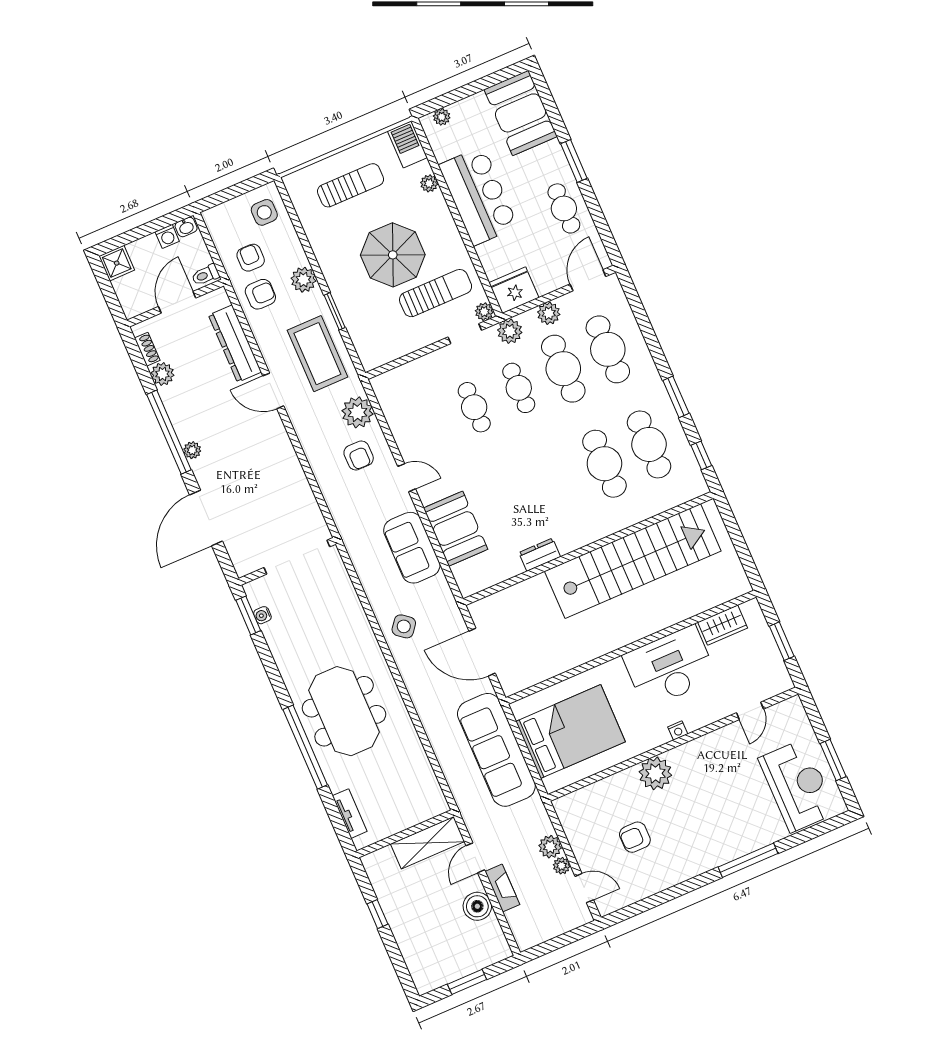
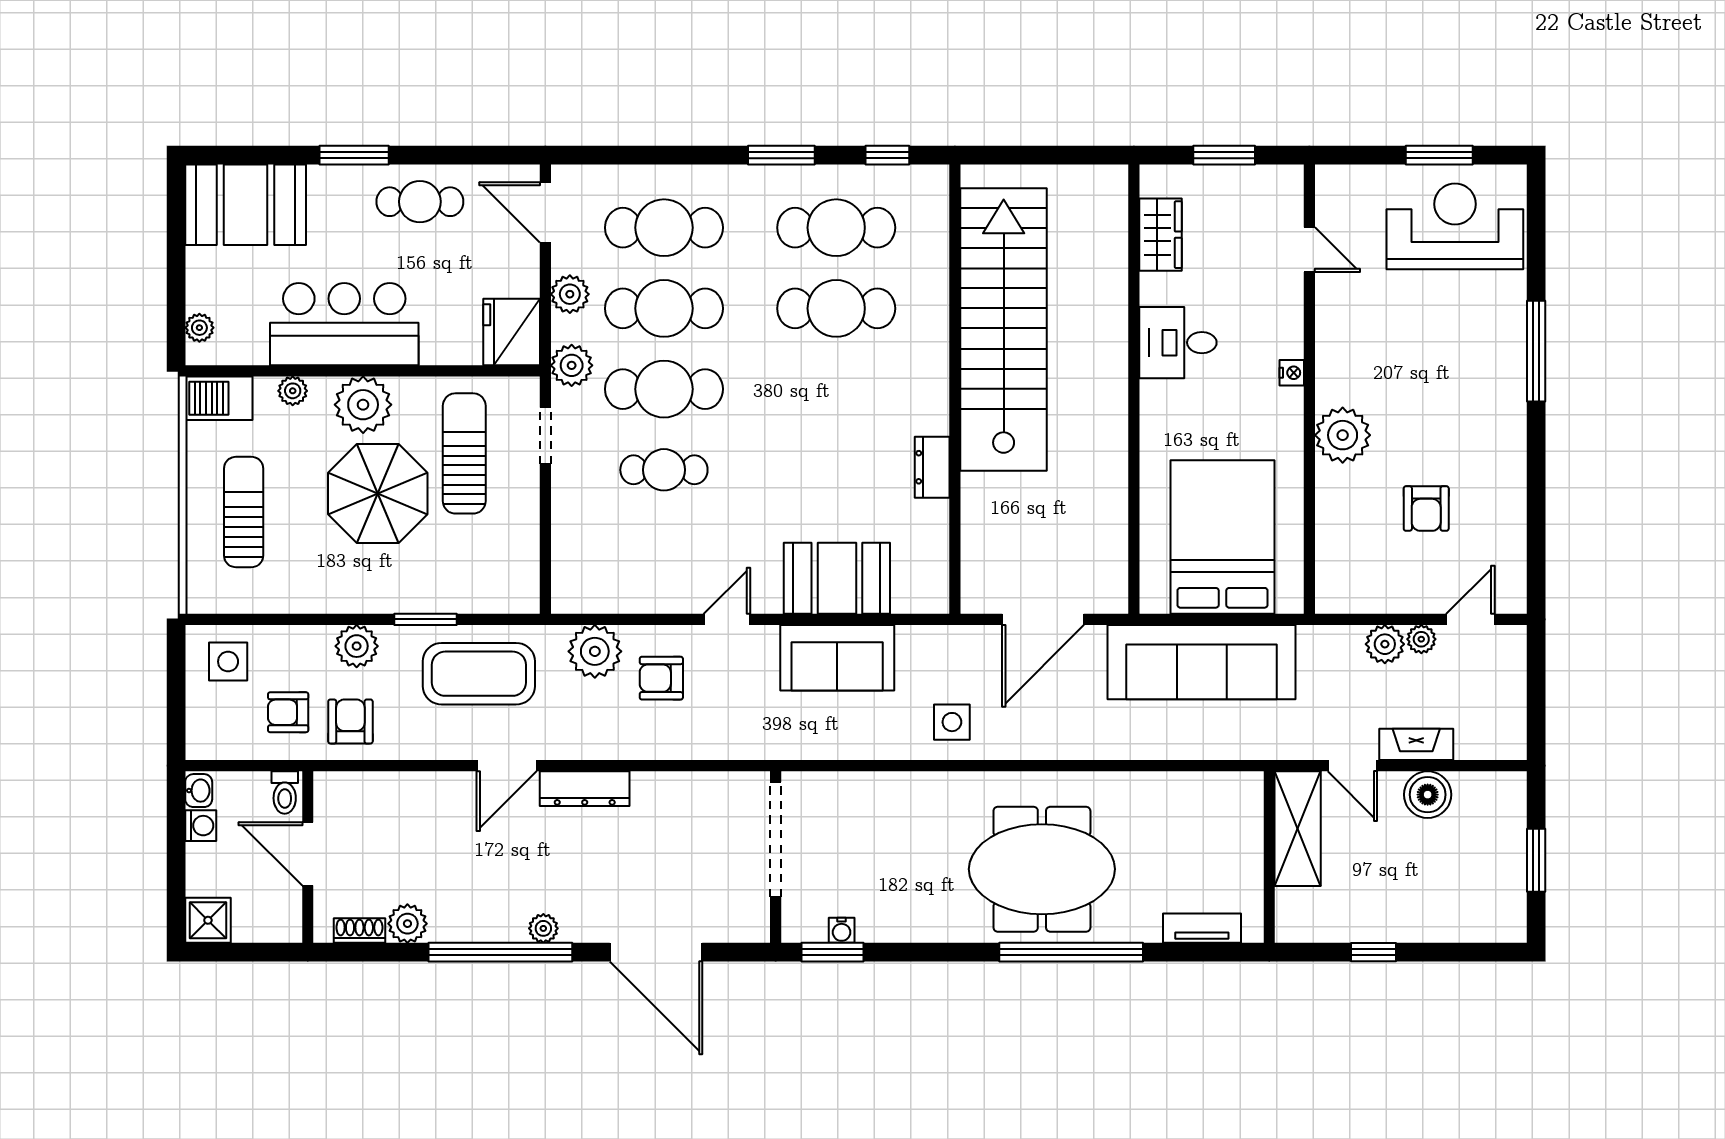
plant: (484, 312) -> (363, 405), moved, width x1.87, depth x1.87
dresser: (235, 344) -> (585, 789), moved, width x0.73, depth x0.80
cafe table: (519, 388) -> (664, 389), width x1.37, depth x1.35
armchair: (359, 455) -> (661, 678), turned 180
side table: (404, 626) -> (952, 722), turned -38
desk: (670, 667) -> (1178, 343), width x0.53, depth x0.77

